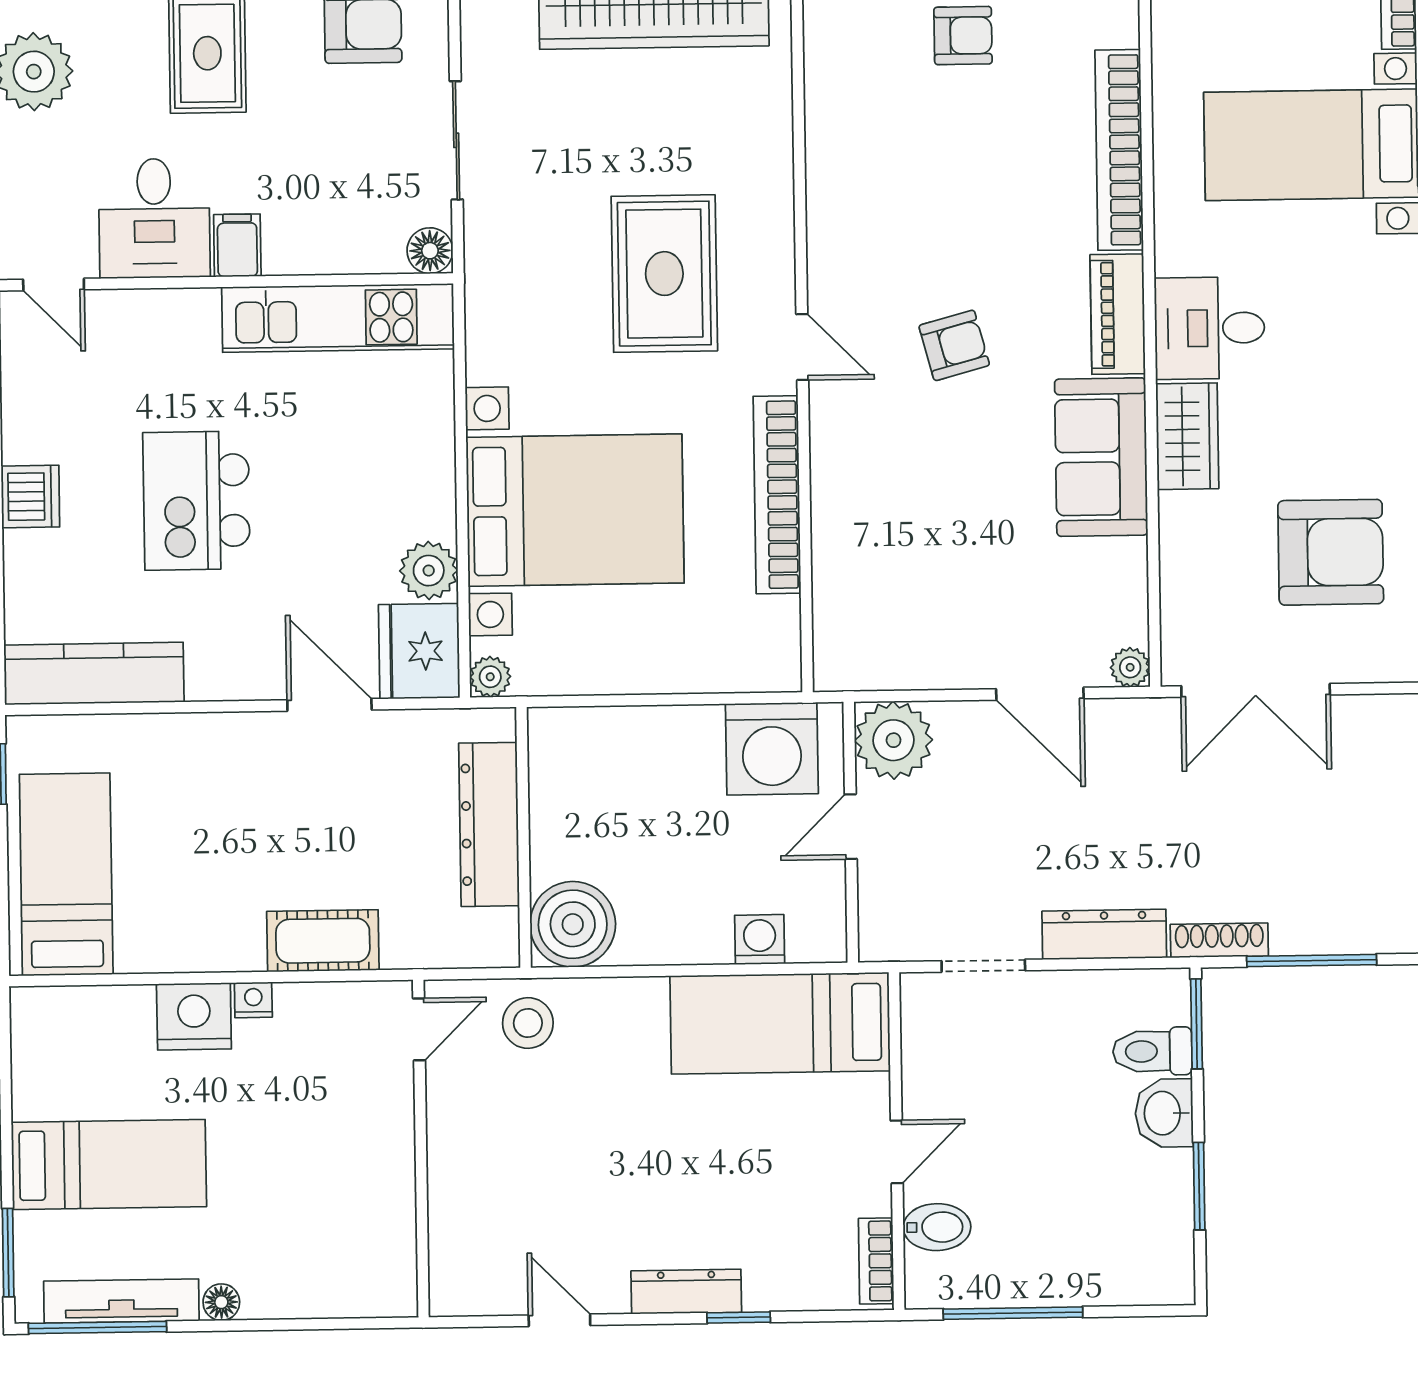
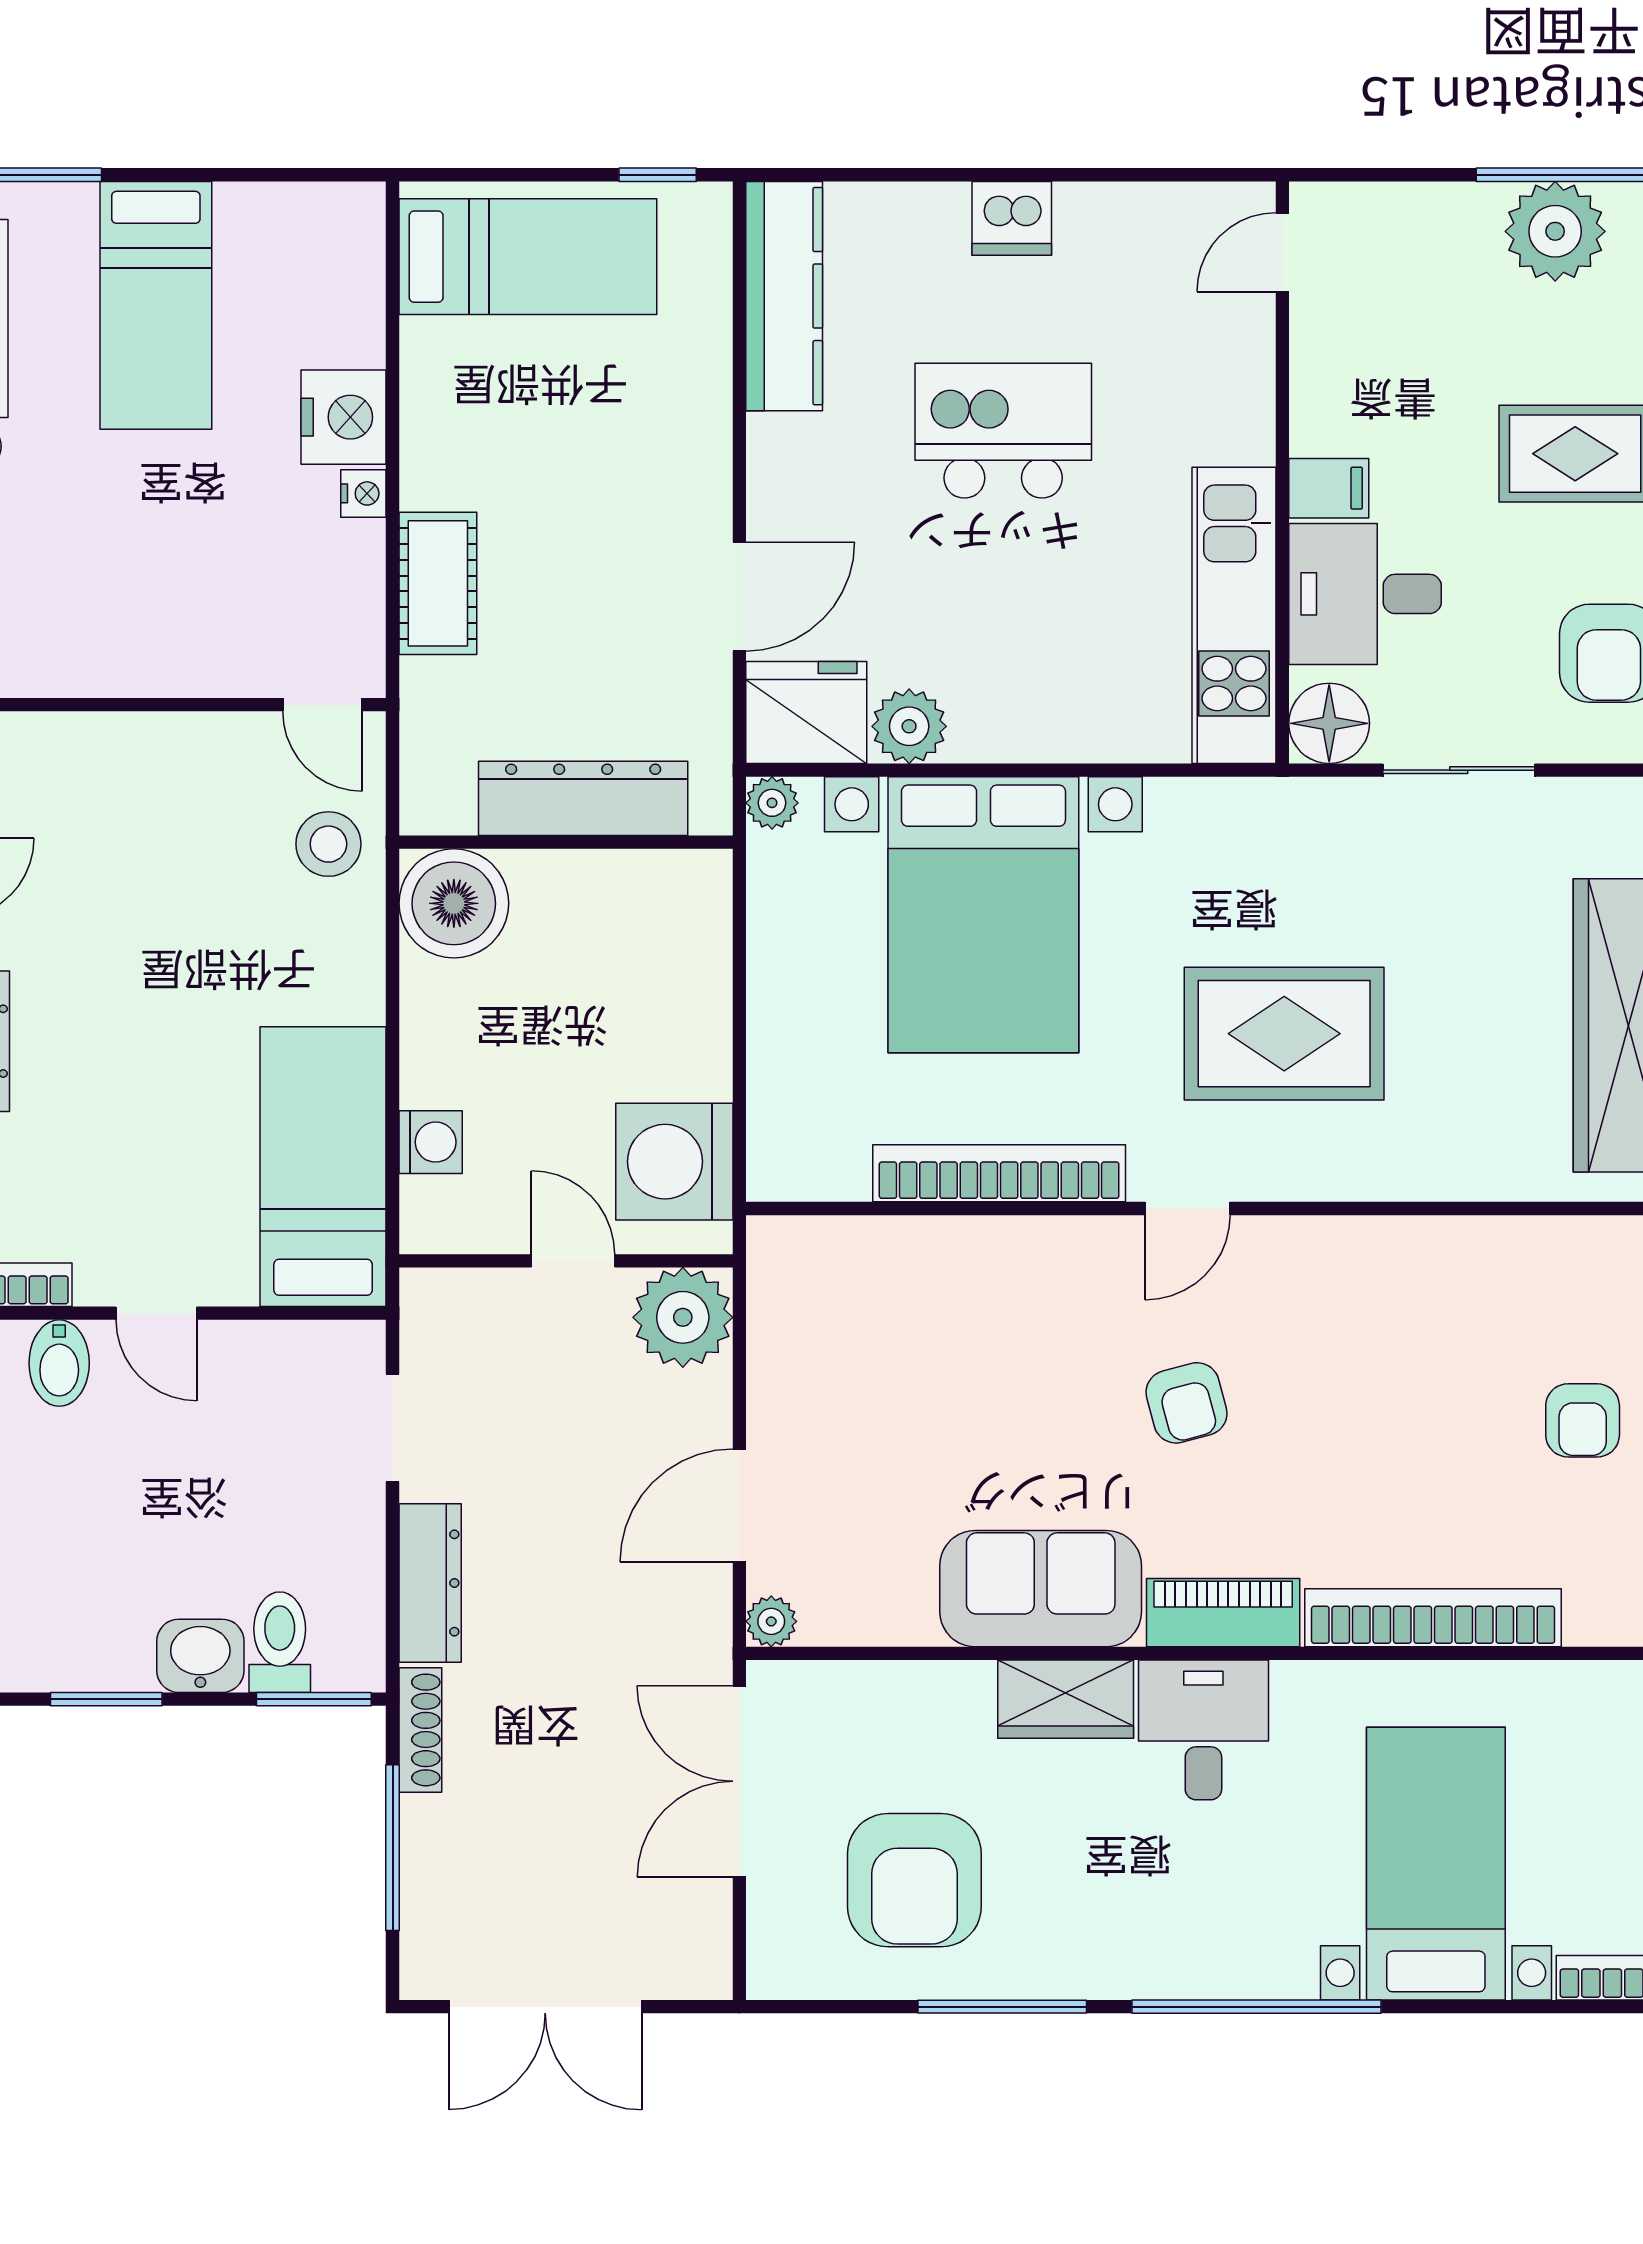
desk: (154, 218) -> (1365, 594), moved
floor lamp: (430, 251) -> (1329, 723), width x1.38, depth x1.38

